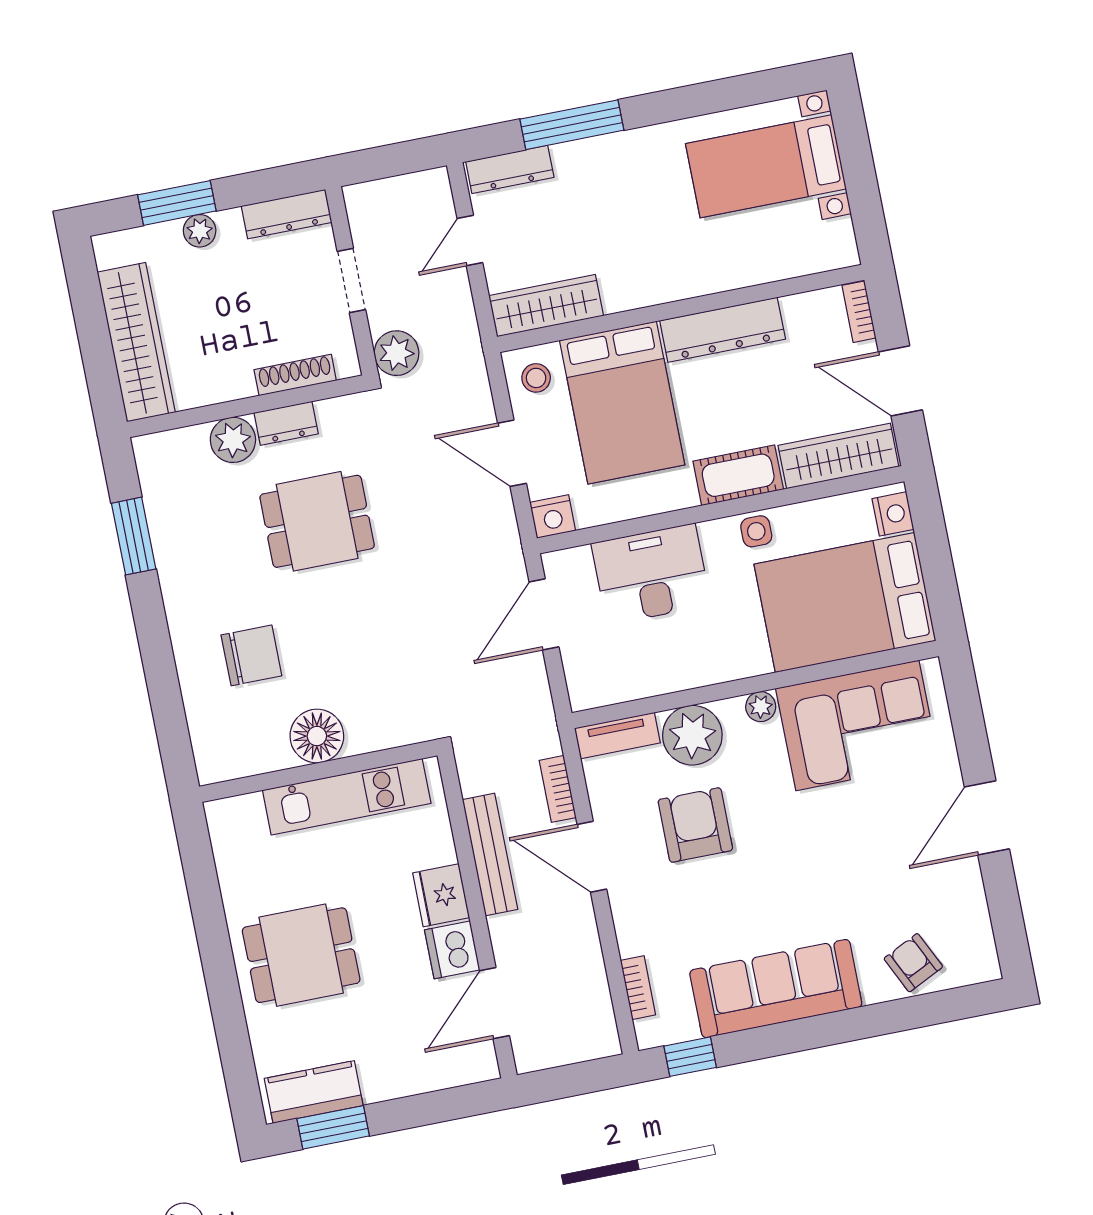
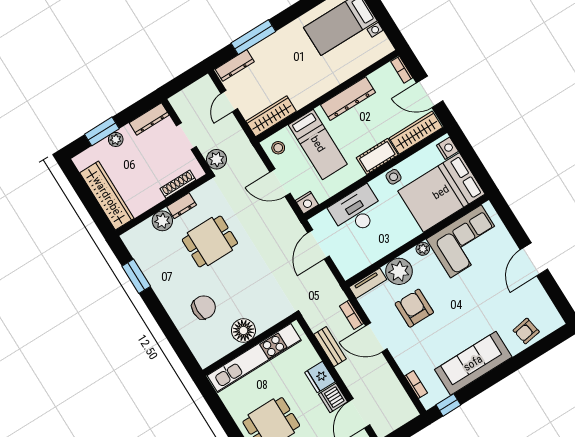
bed: (622, 403) -> (318, 144), width x0.67
kitchen unit: (347, 797) -> (254, 358), width x1.36
bench: (490, 855) -> (330, 347), width x0.73
armchair: (913, 963) -> (526, 331), turned -74

